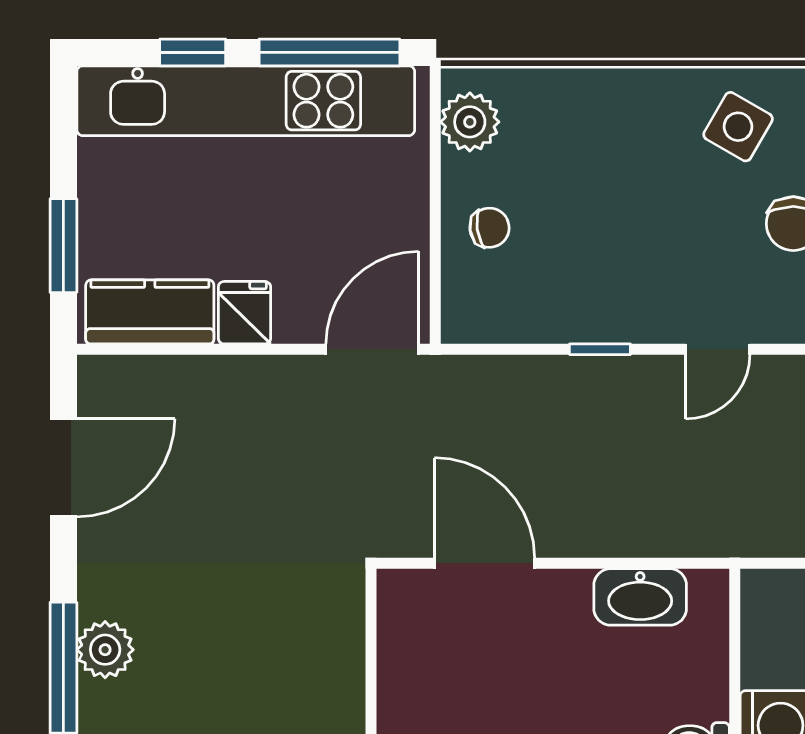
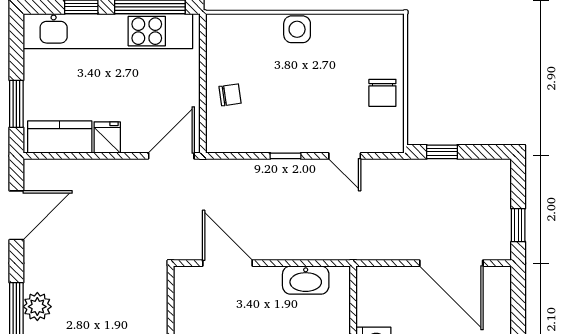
plant: (470, 122) -> (220, 42), removed
side table: (738, 127) -> (297, 29), moved, turned -30
door: (718, 349) -> (345, 156), hinge flipped

